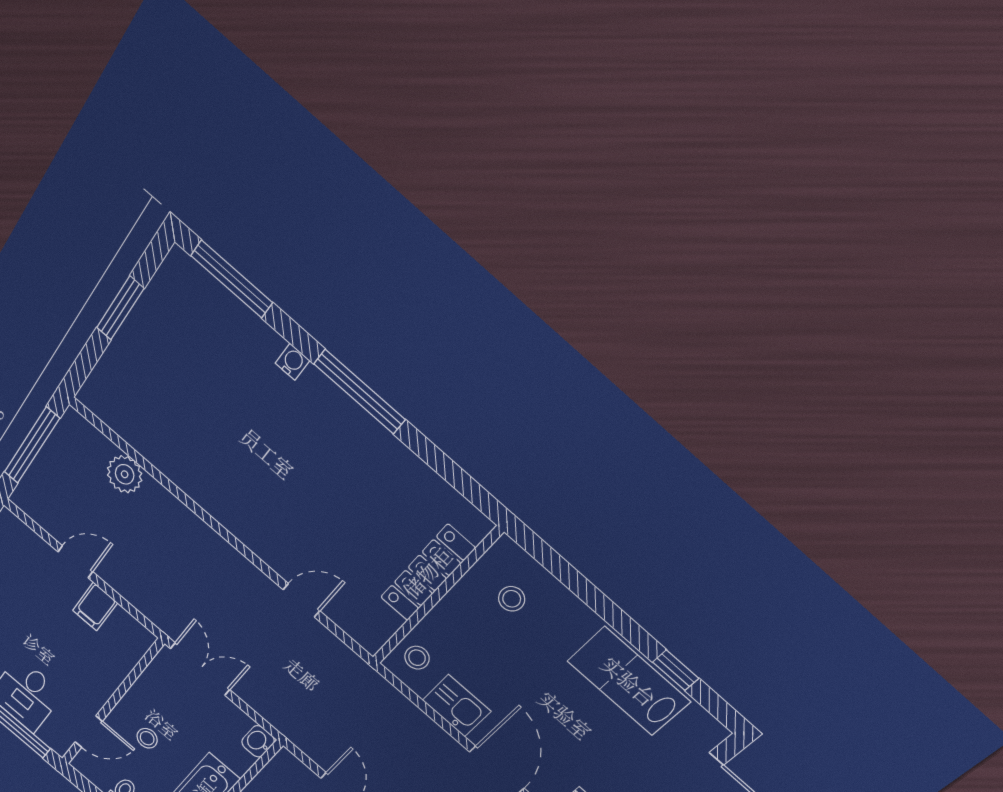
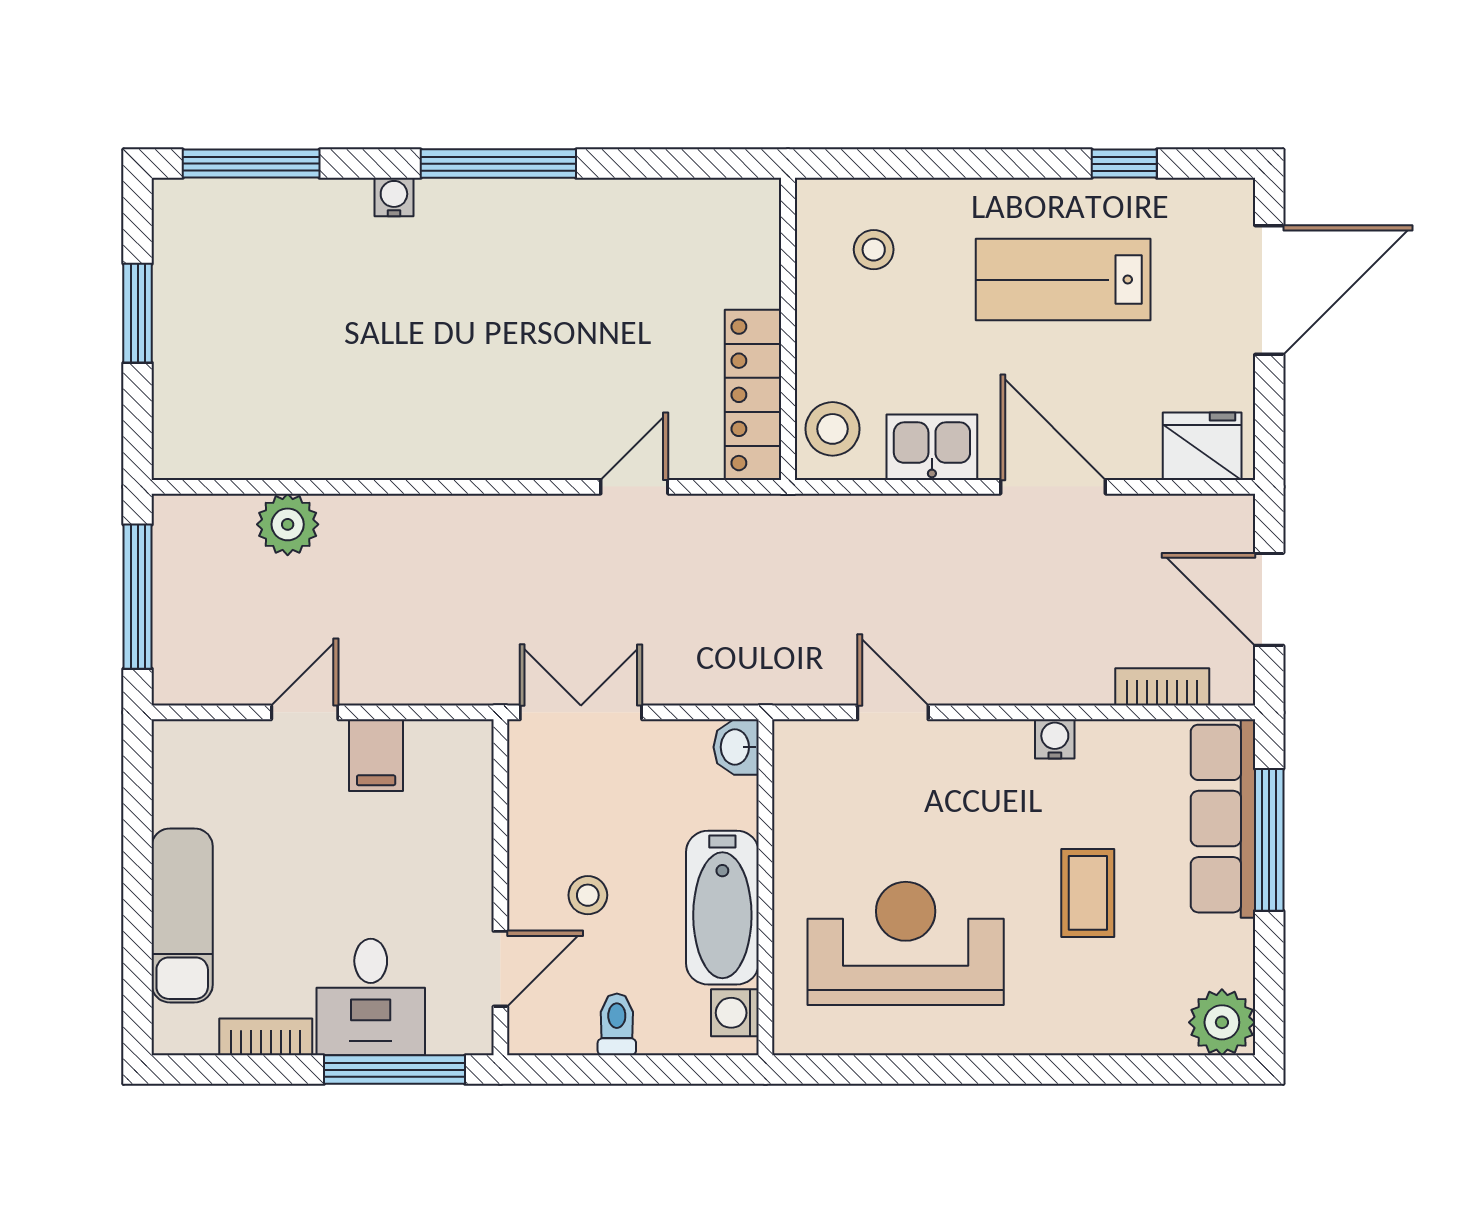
locker: (427, 573) -> (753, 395), moved
stool: (417, 658) -> (833, 429), width x1.37, depth x1.37
lab bench: (629, 681) -> (1063, 280), moved

